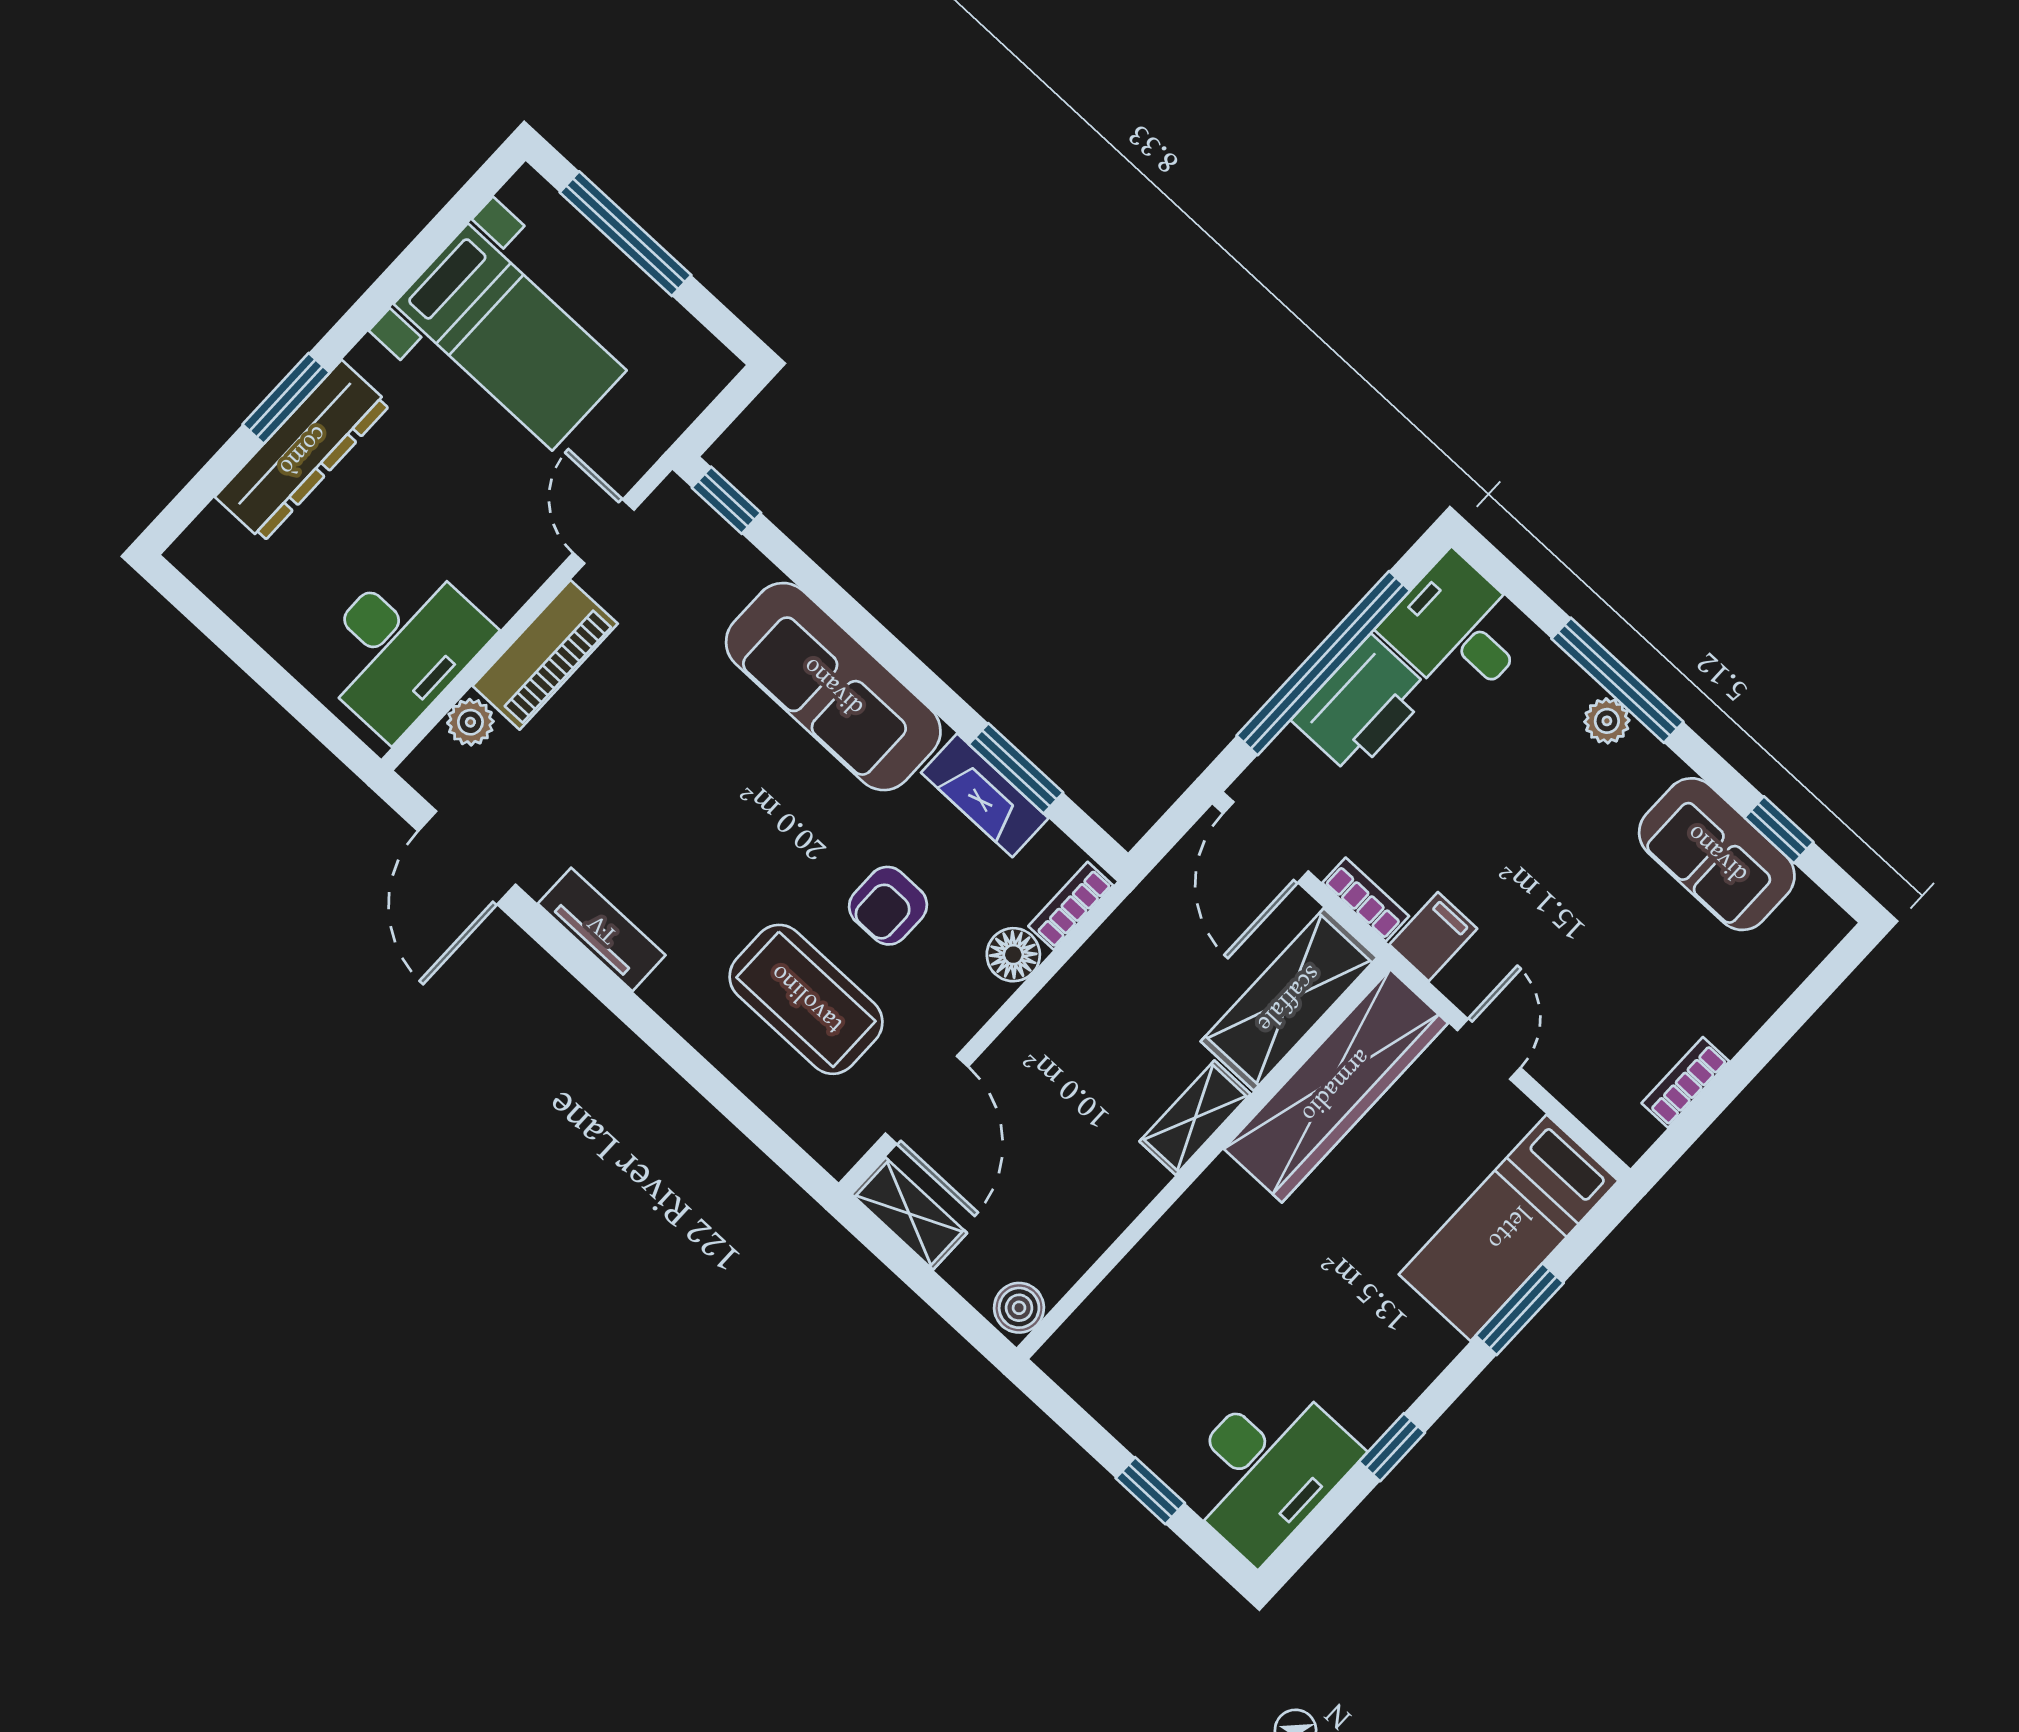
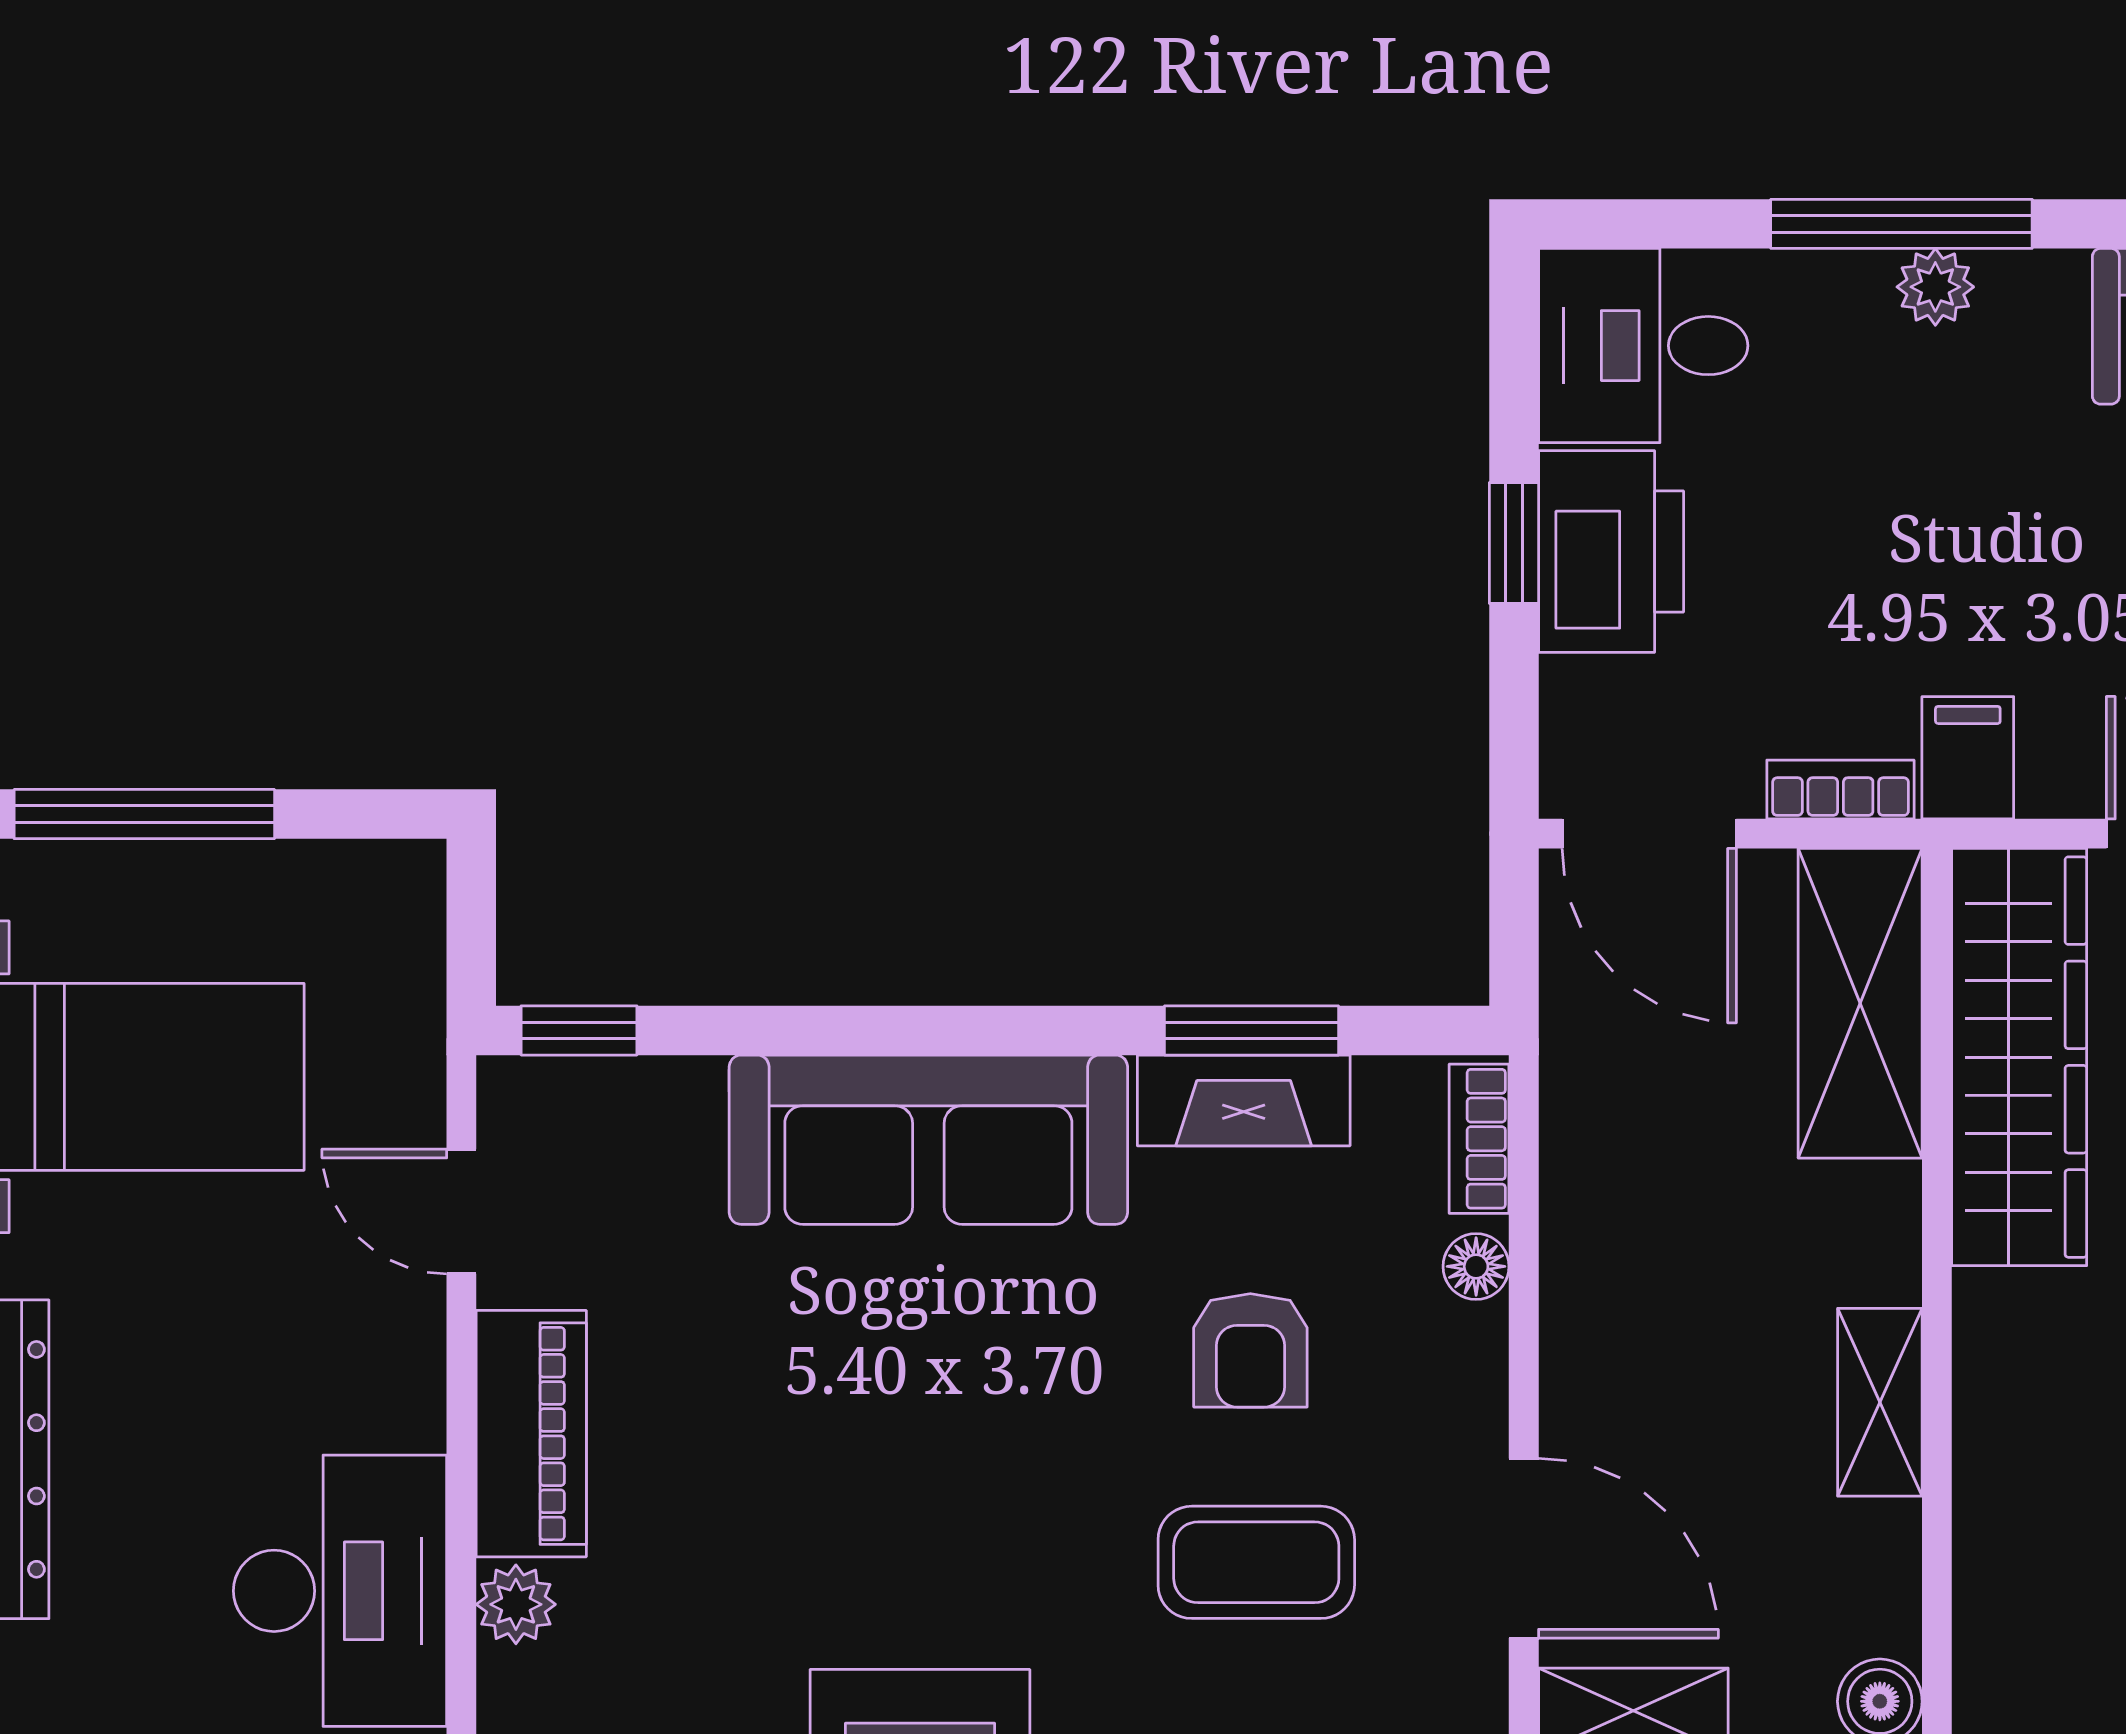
window: (1323, 663) -> (1514, 543), width x0.32
floor lamp: (1013, 955) -> (1476, 1266), width x0.73, depth x0.73
coffee table: (806, 999) -> (1256, 1562), width x0.73, depth x0.76
shelving: (1195, 1118) -> (1880, 1402), moved

